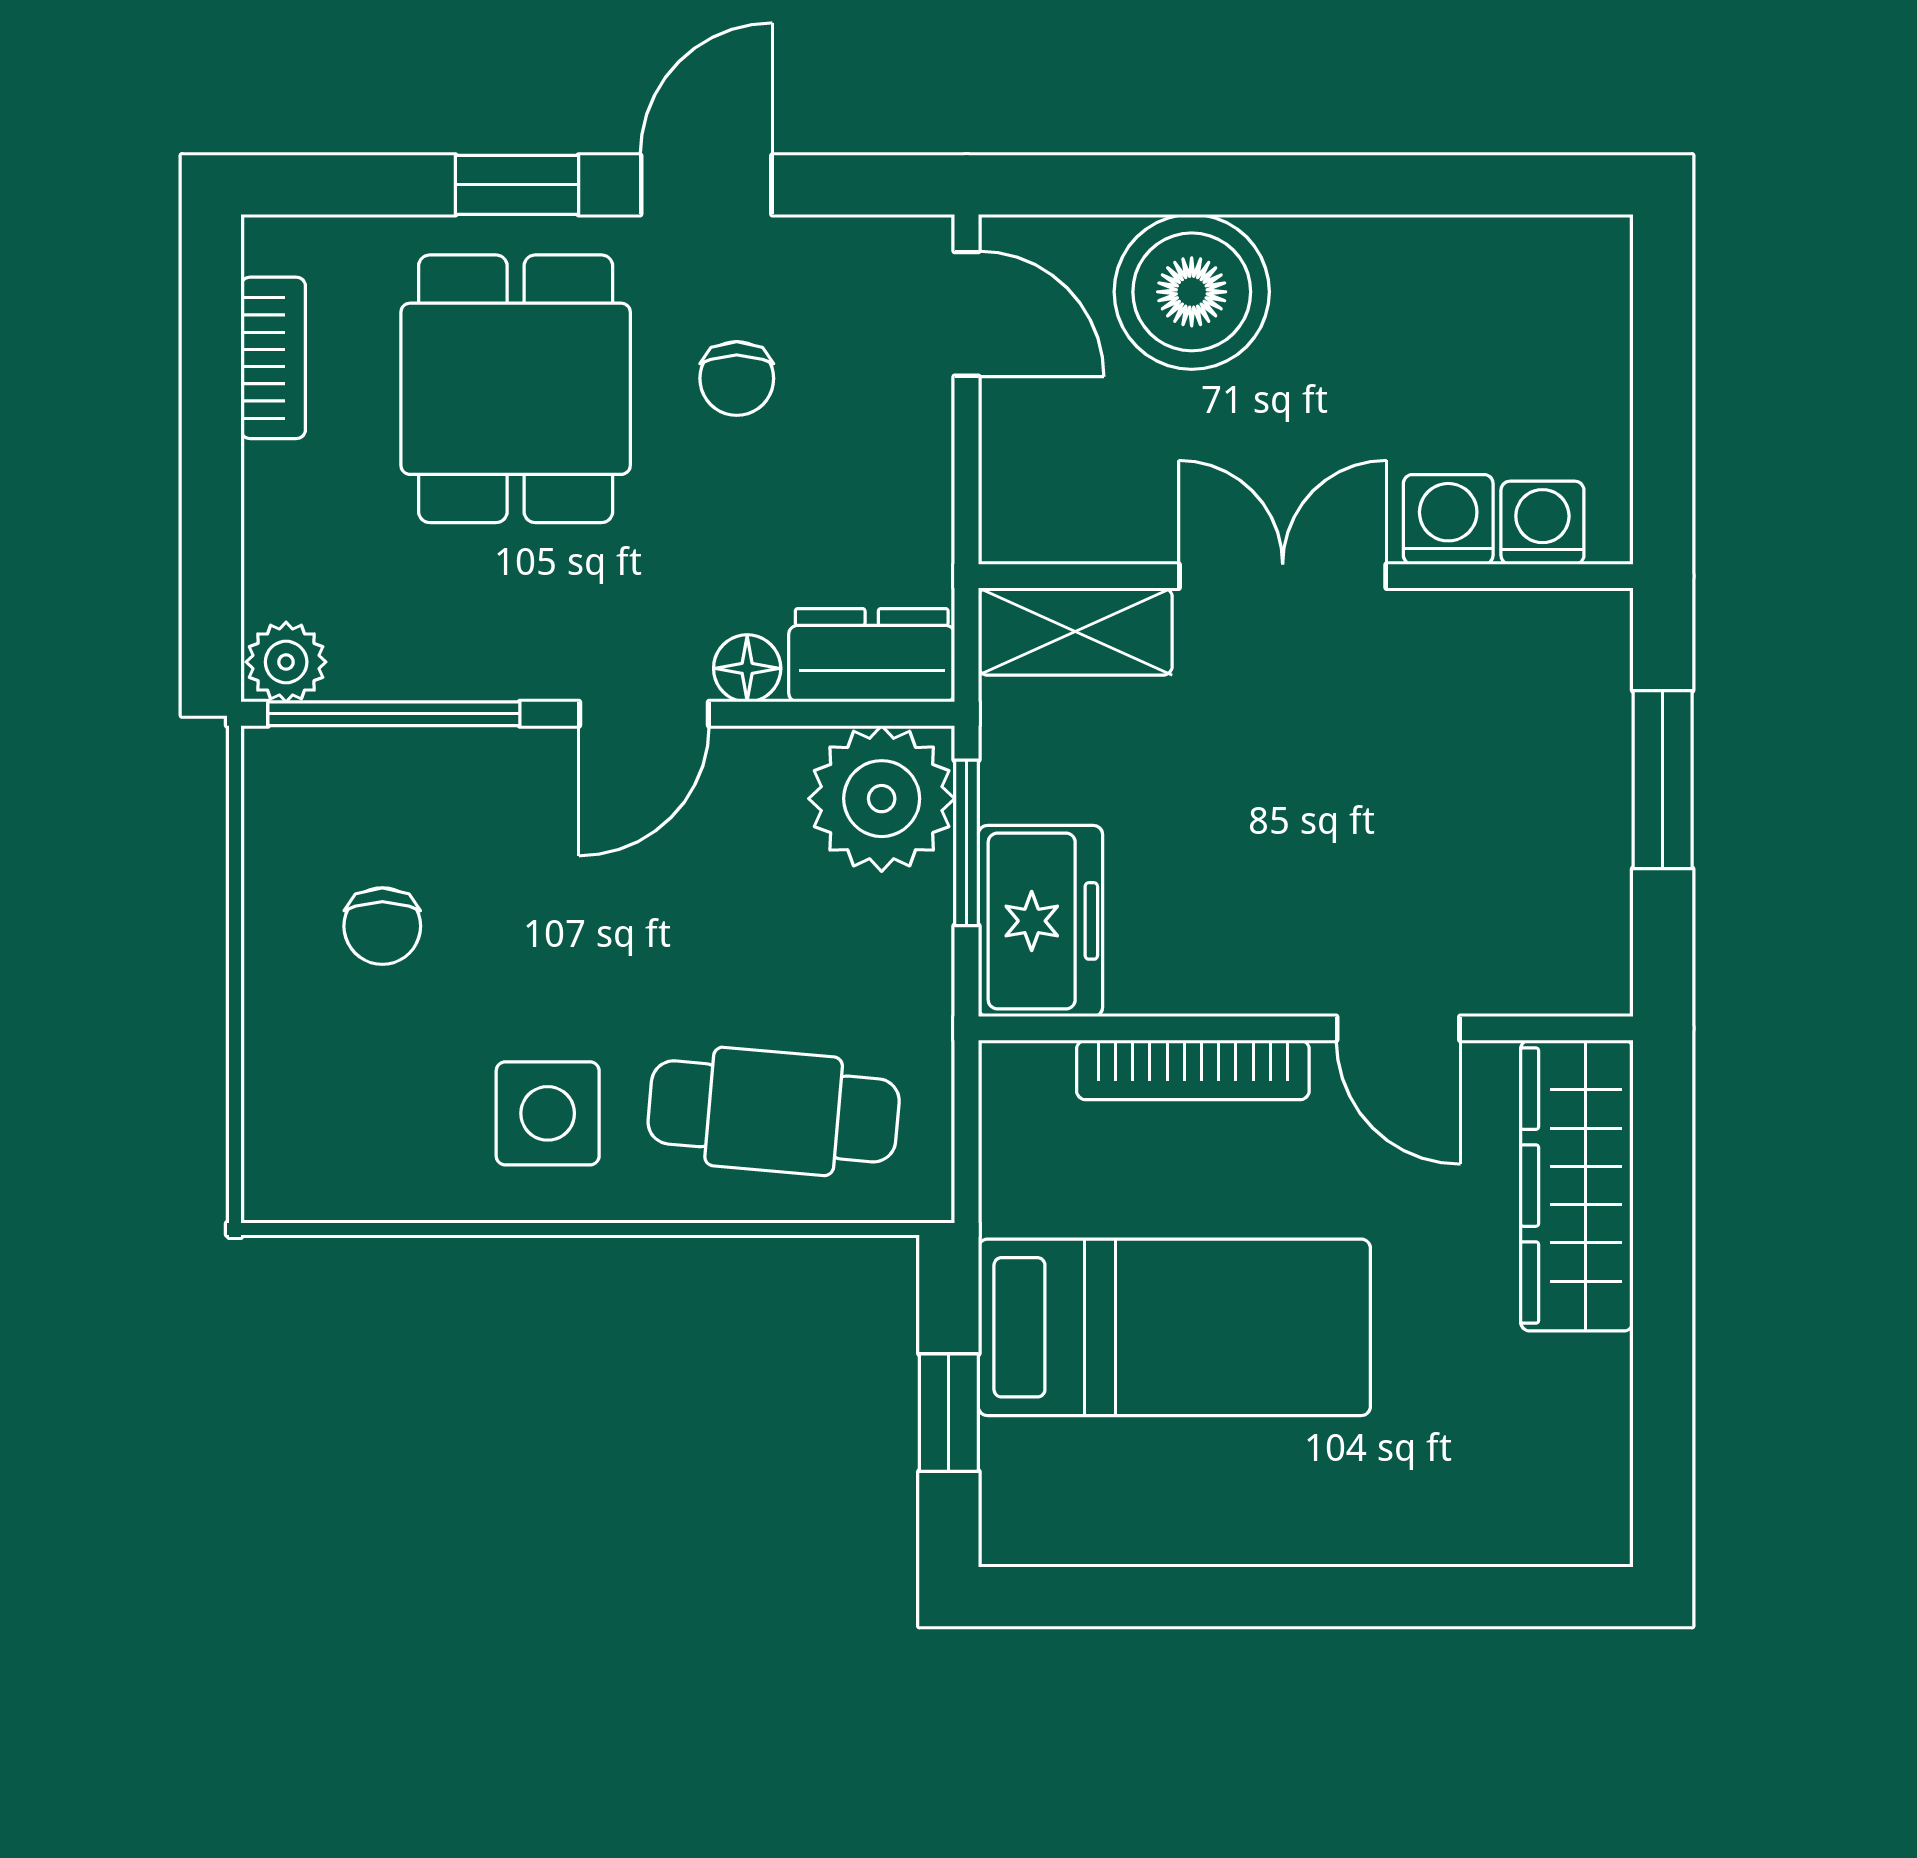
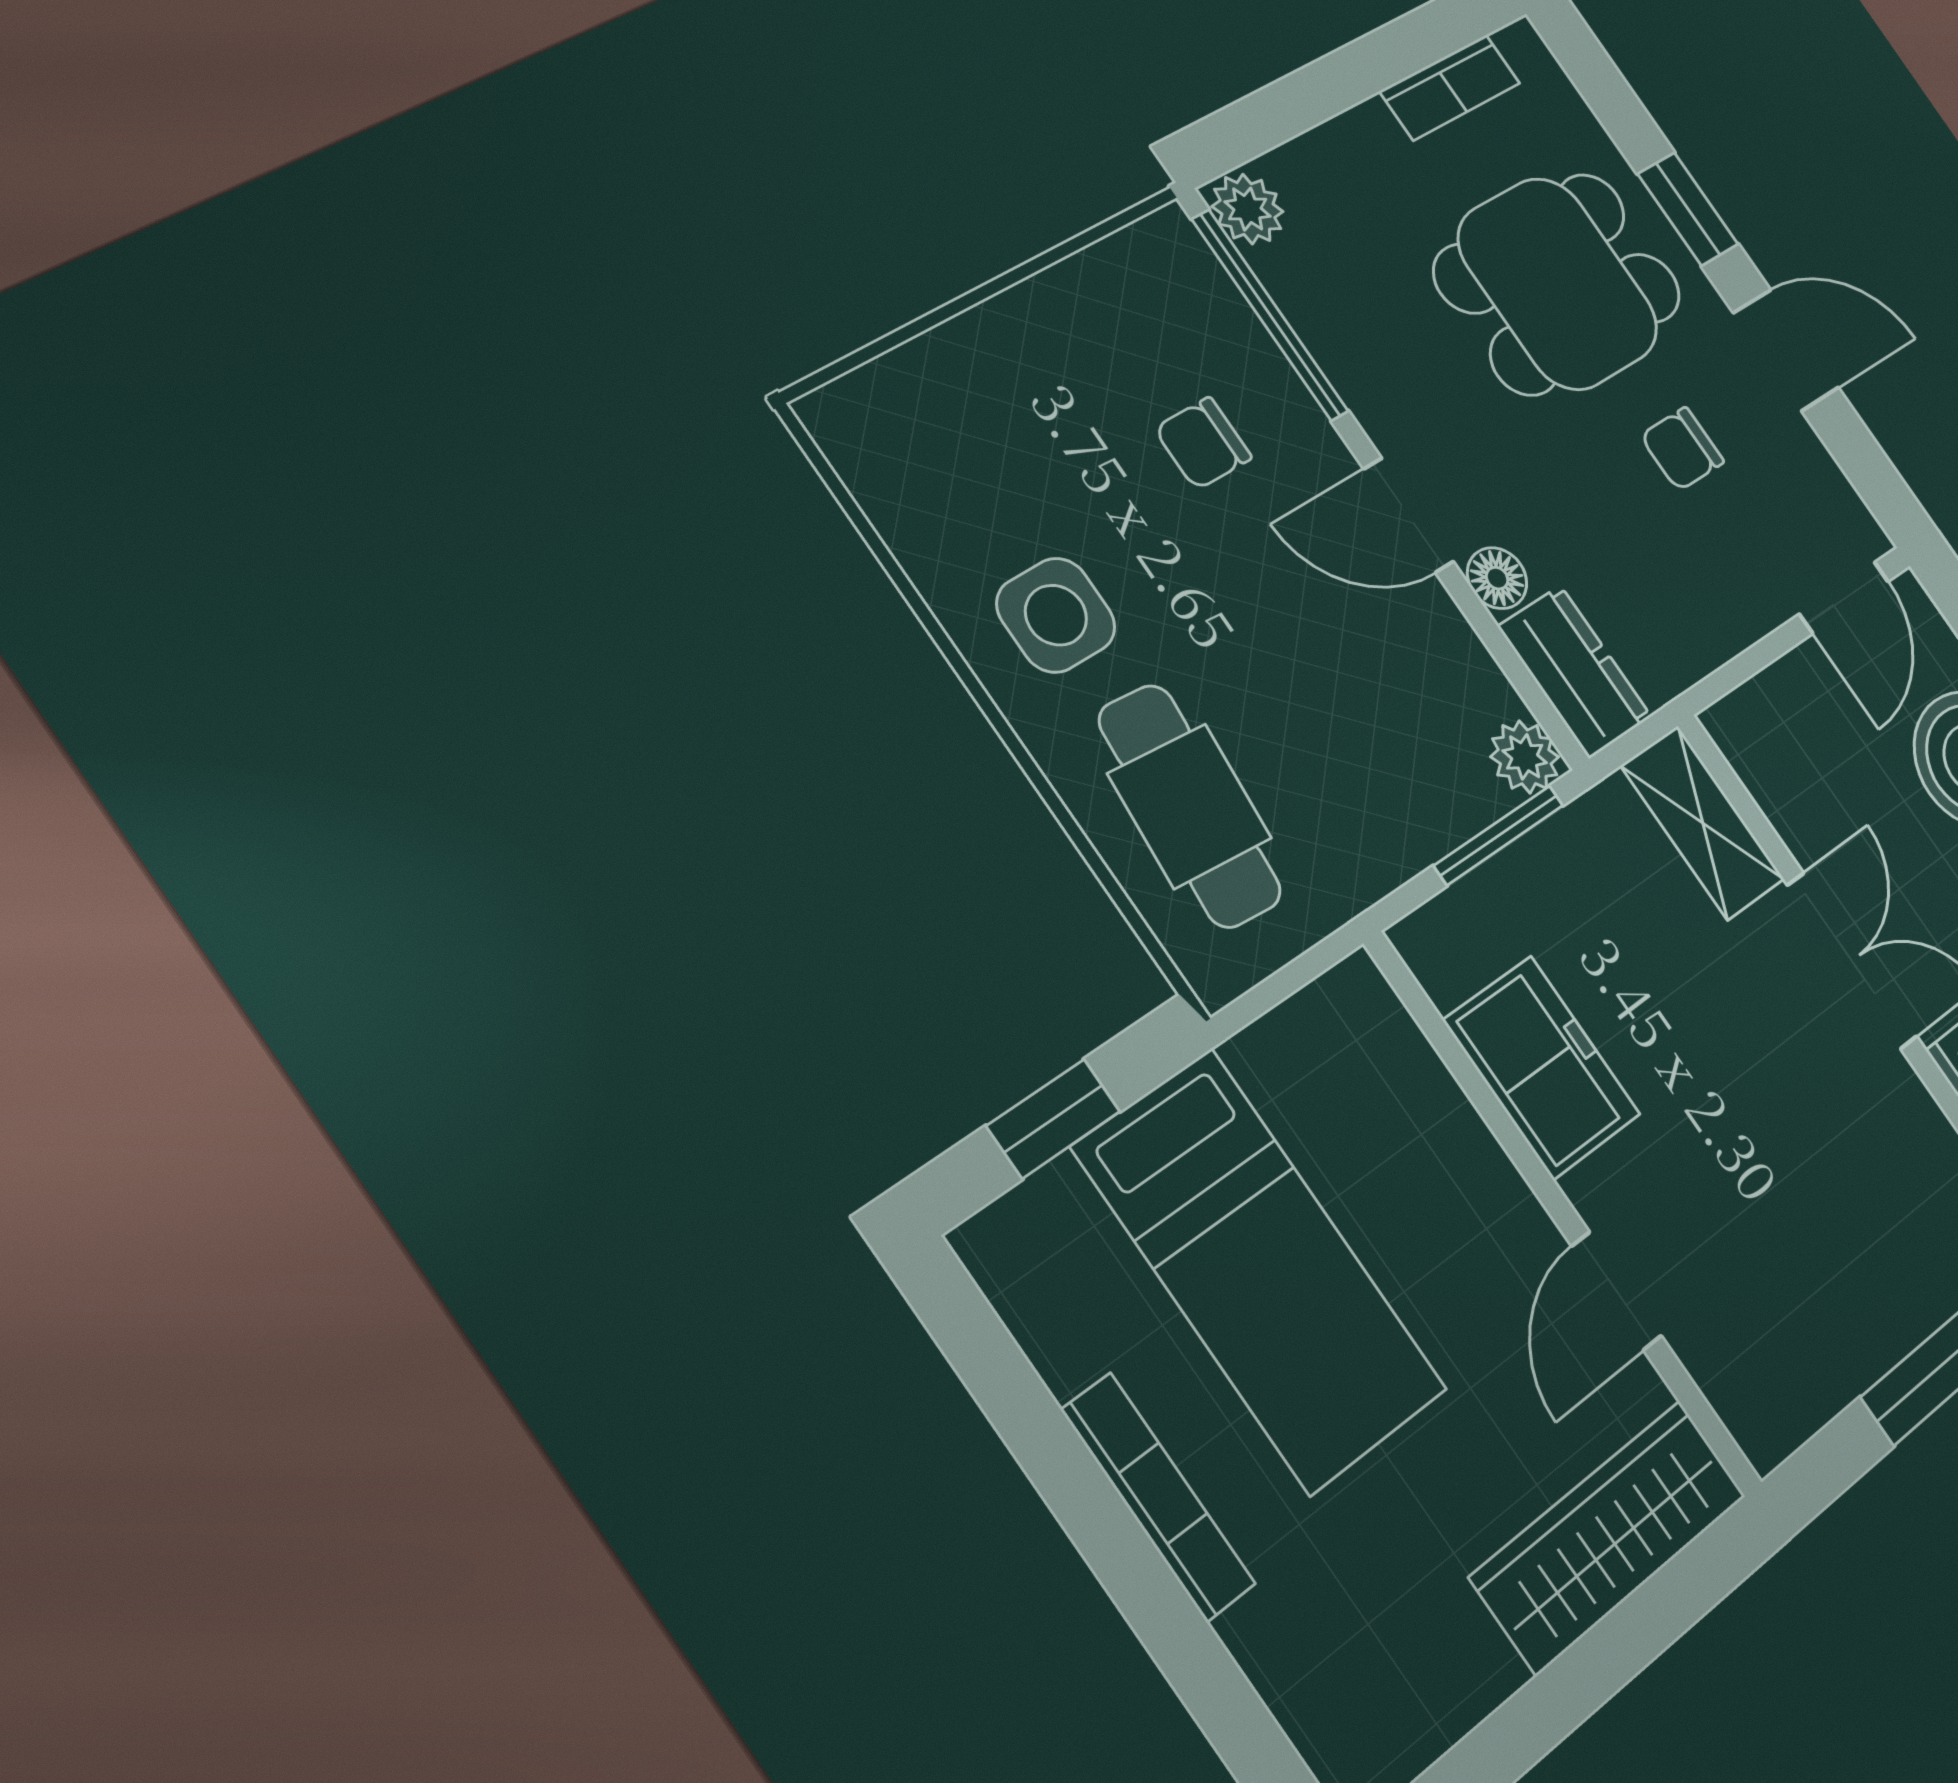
plant: (882, 799) -> (1525, 757), width x0.53, depth x0.53
freezer: (1040, 921) -> (1542, 1067), moved, turned -90
chair: (382, 926) -> (1203, 443), moved
bookcase: (1193, 1070) -> (1158, 1497), moved, turned 180

